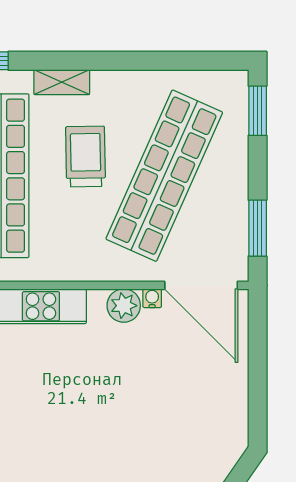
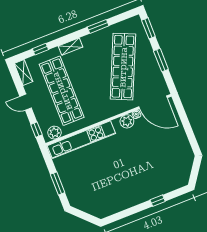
window: (143, 61) -> (98, 26), added
trolley: (86, 156) -> (91, 71), removed
window: (258, 228) -> (161, 60), moved

